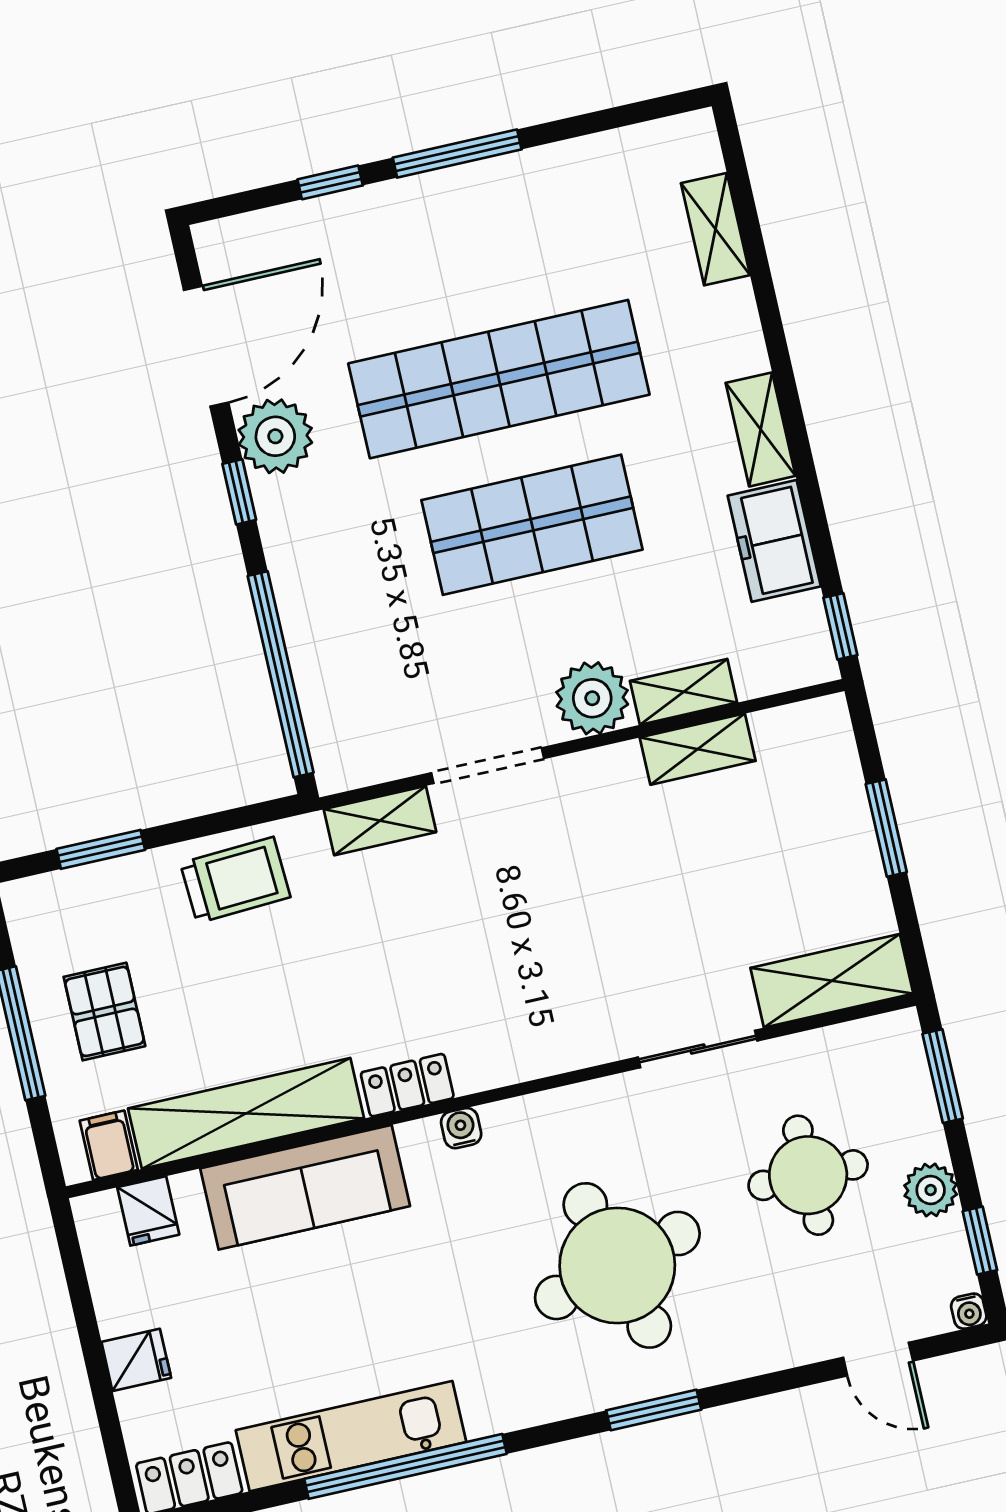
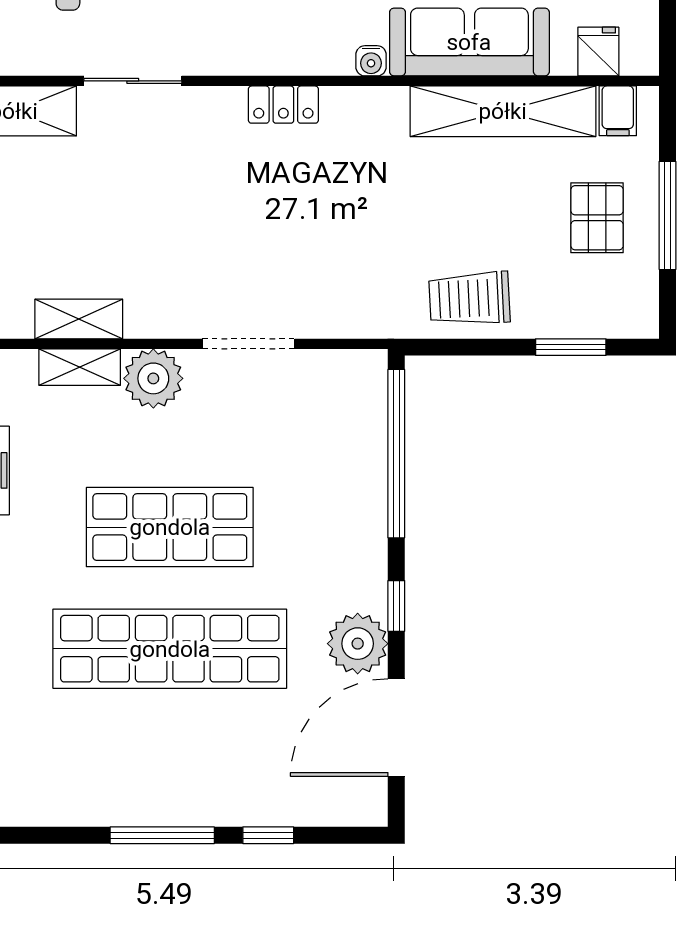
shelving: (380, 821) -> (344, 320), removed
locker: (407, 1085) -> (283, 105), moved
water cooler: (461, 1128) -> (371, 61), moved

